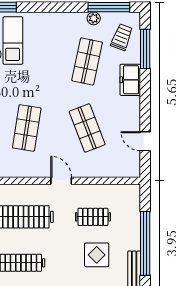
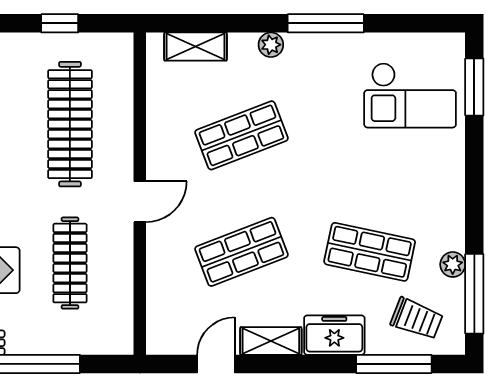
shelving: (133, 113) -> (271, 341), added
shop shelf: (27, 128) -> (241, 135), turned -30
clothes rail: (93, 217) -> (70, 263), width x1.36

